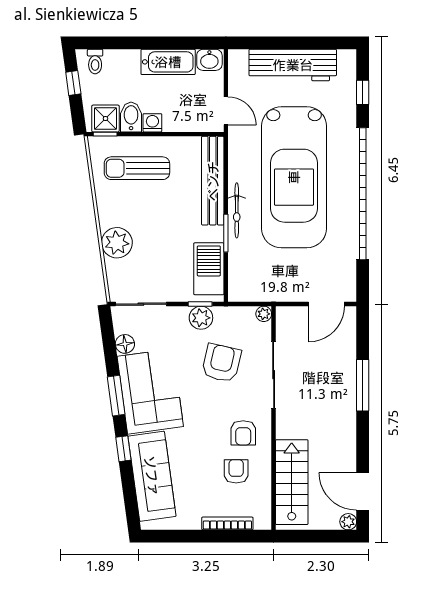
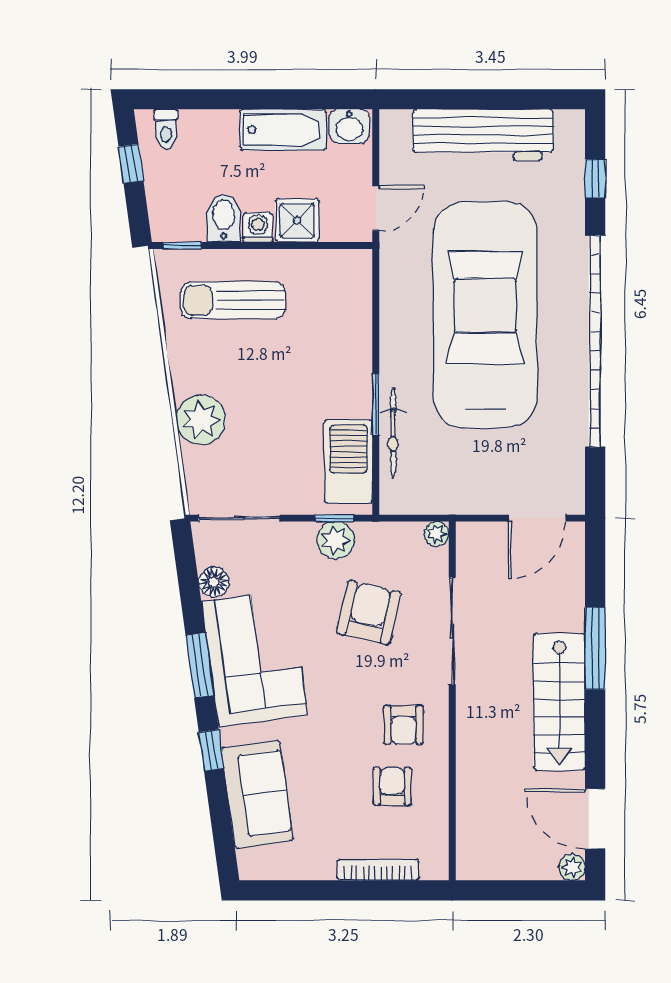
door: (226, 111) -> (376, 208), hinge flipped
shower: (105, 119) -> (297, 221), moved
car: (294, 177) -> (485, 315), turned 180
bench: (213, 181) -> (355, 320), removed
bicycle: (237, 210) -> (393, 433), moved
sofa: (152, 476) -> (257, 794), width x0.73
stairs: (292, 482) -> (559, 702), moved, turned 180

